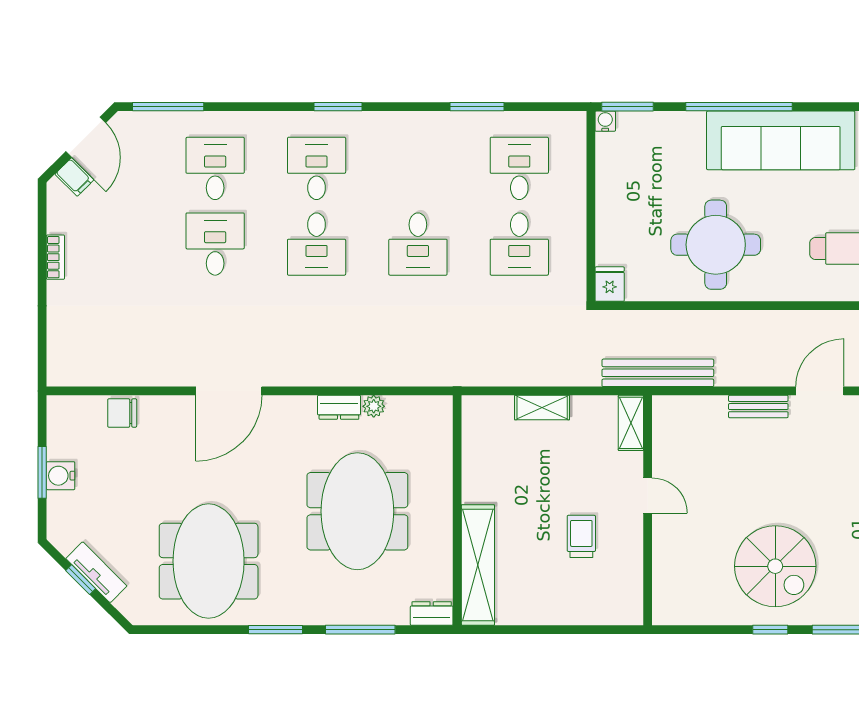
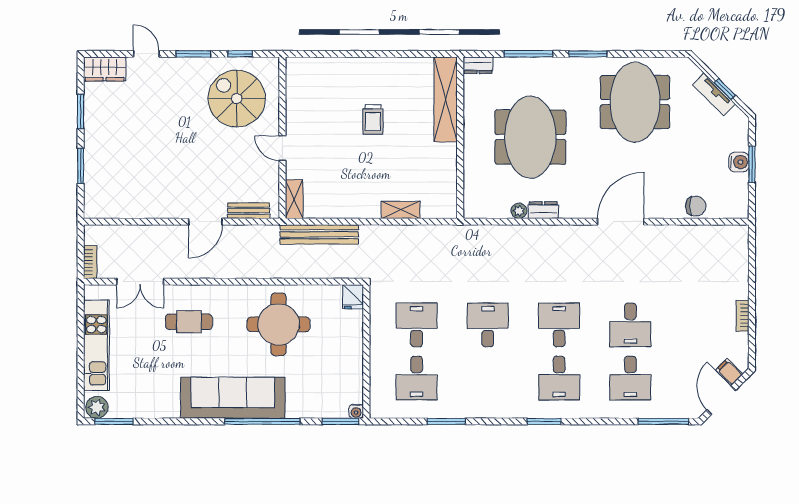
shelving: (631, 423) -> (294, 199), moved
door: (648, 495) -> (282, 148), moved
wall: (648, 510) -> (282, 138), moved

